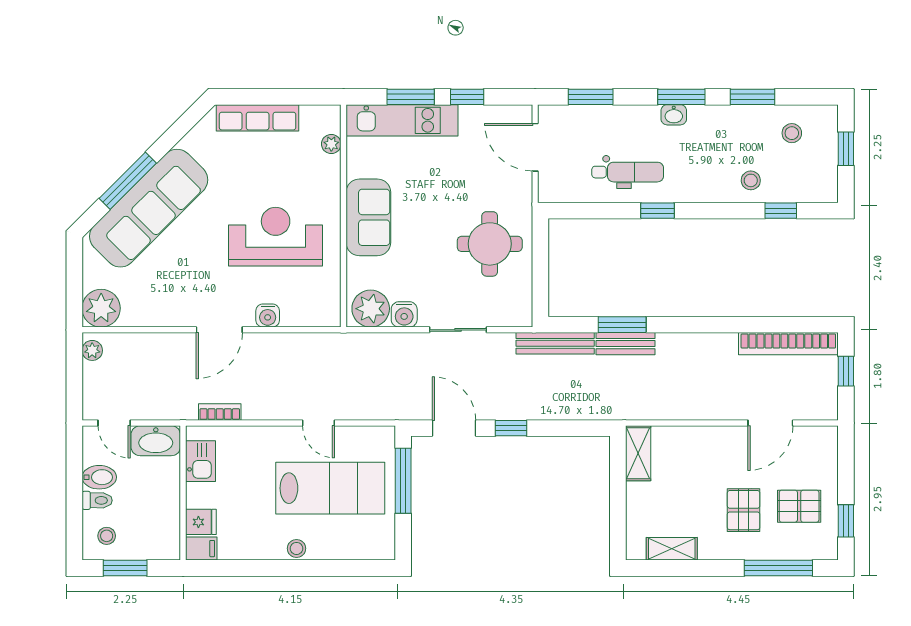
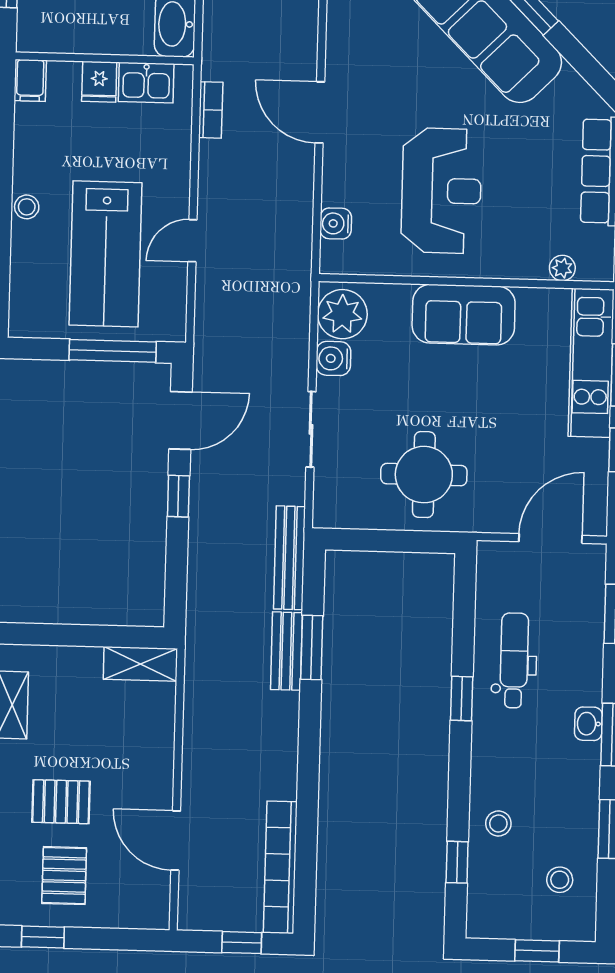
dental chair: (628, 172) -> (514, 660), turned 180
water cooler: (268, 316) -> (336, 224), moved
fridge: (201, 522) -> (99, 82), moved

